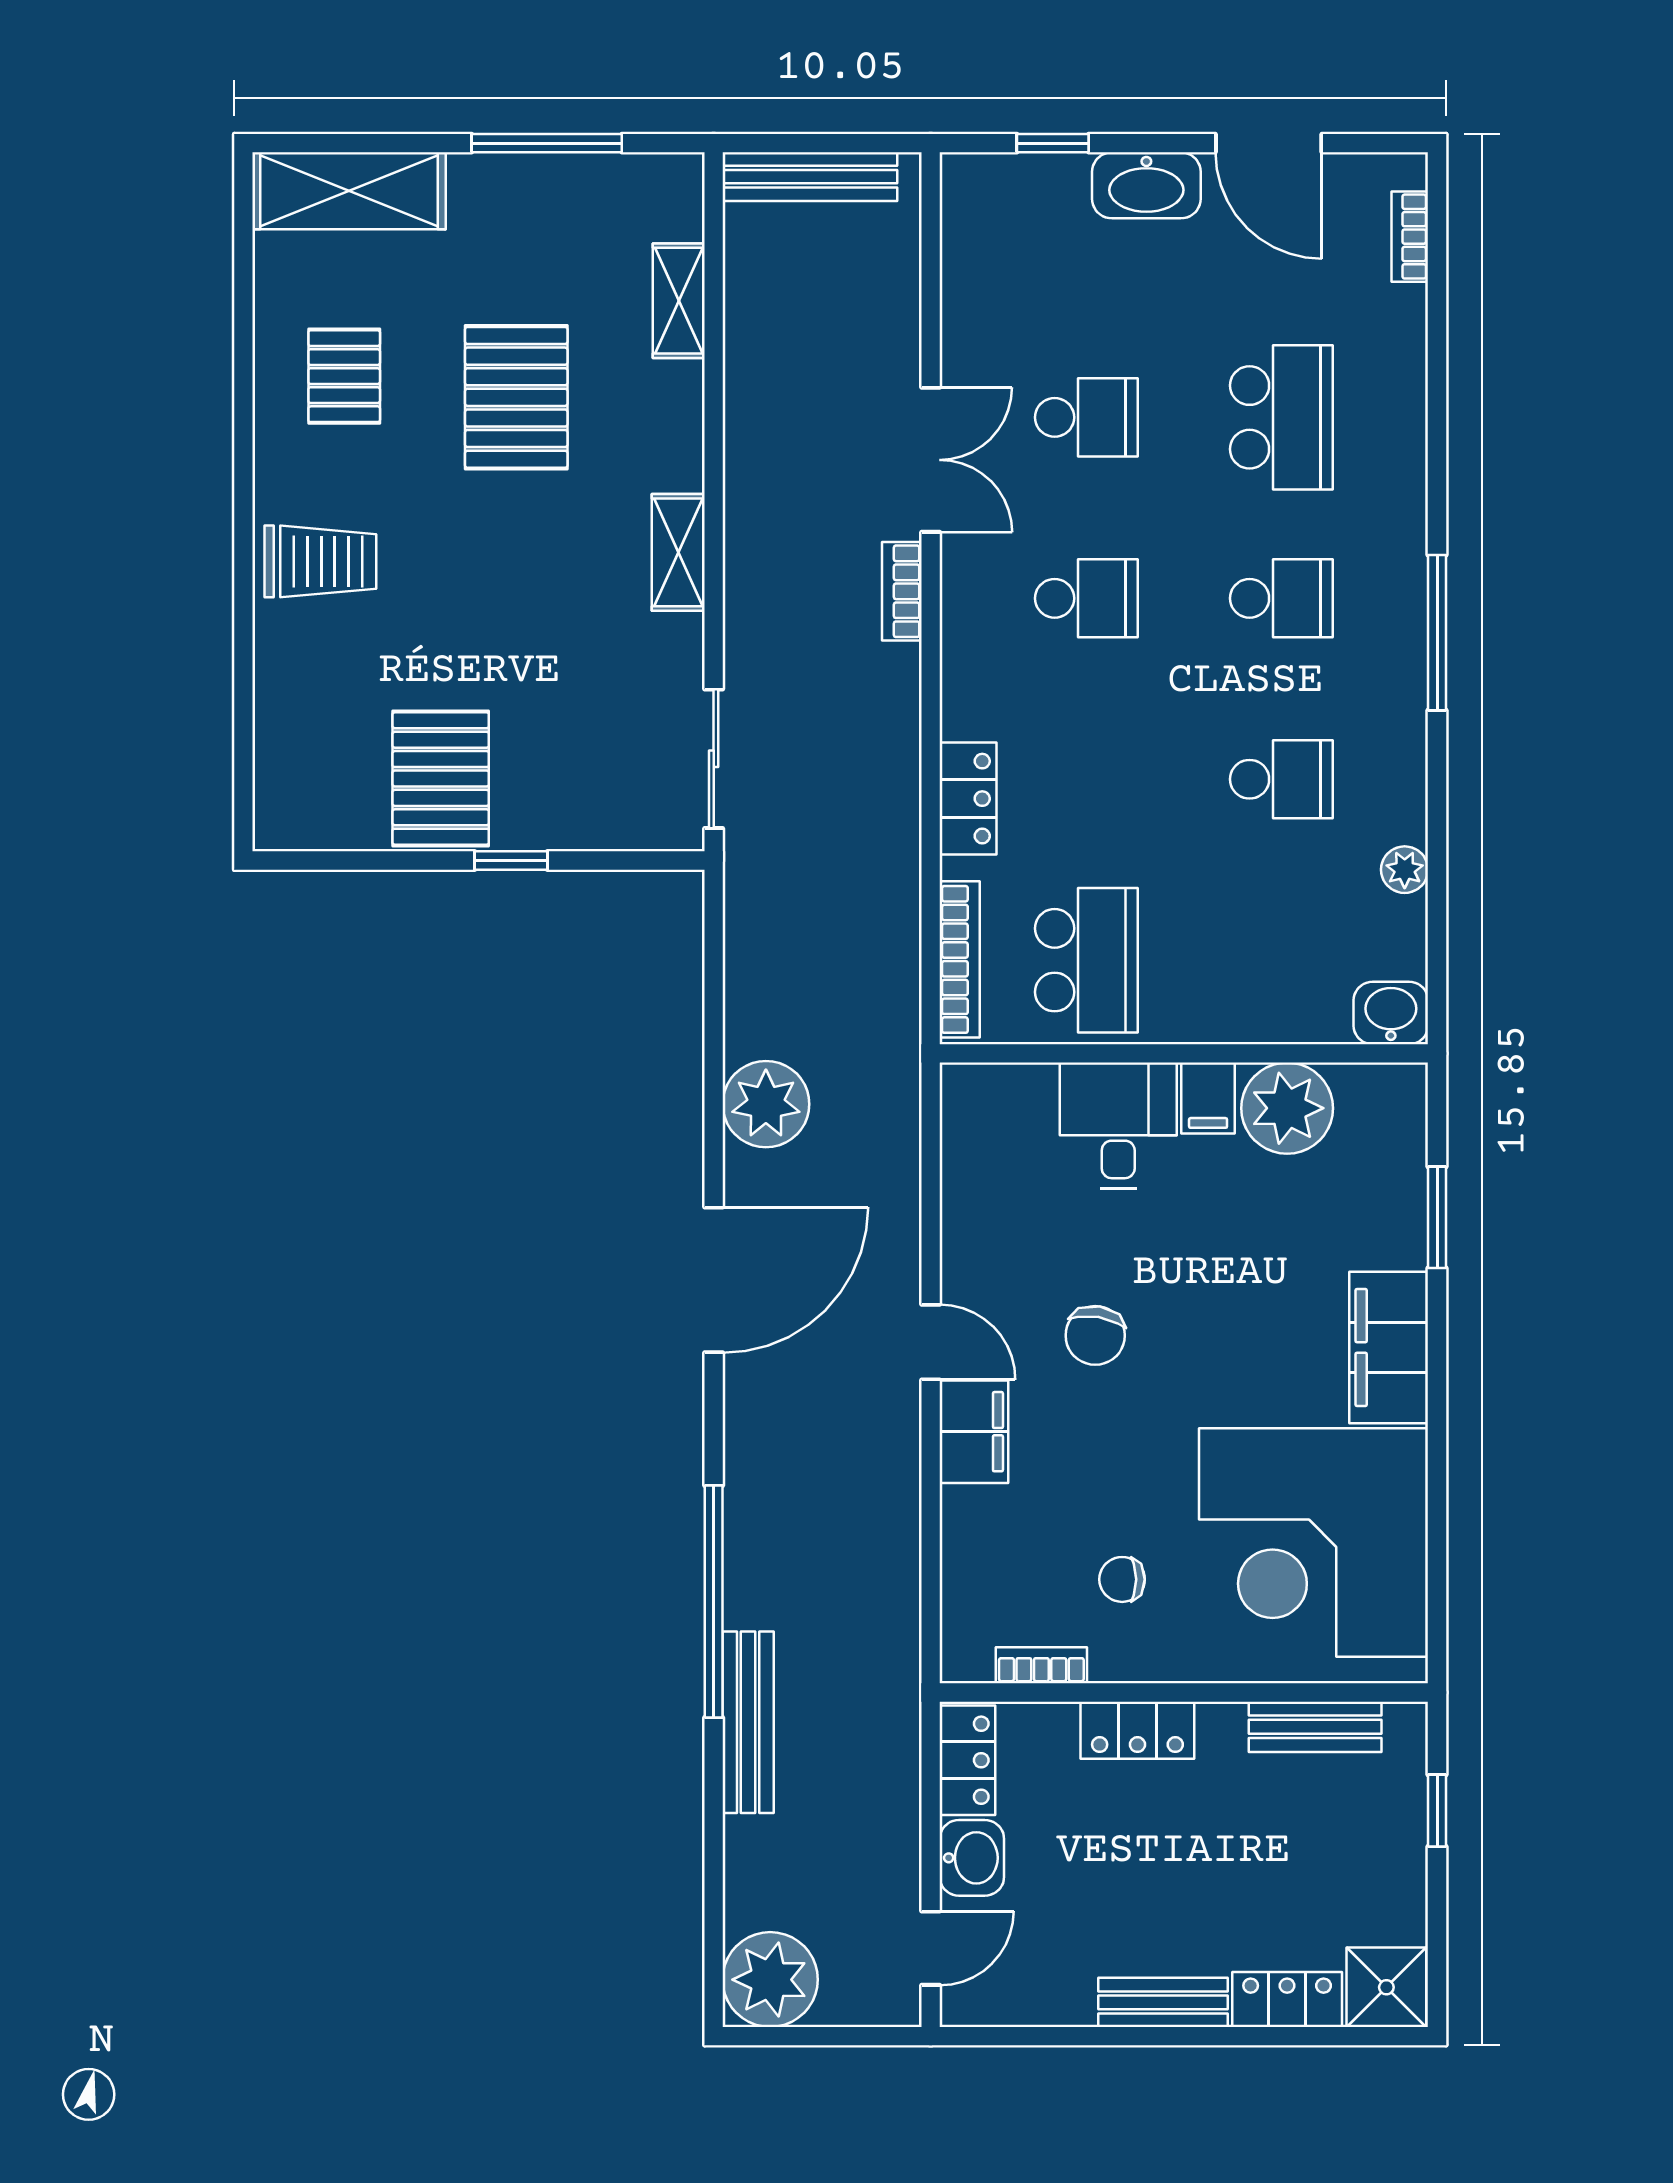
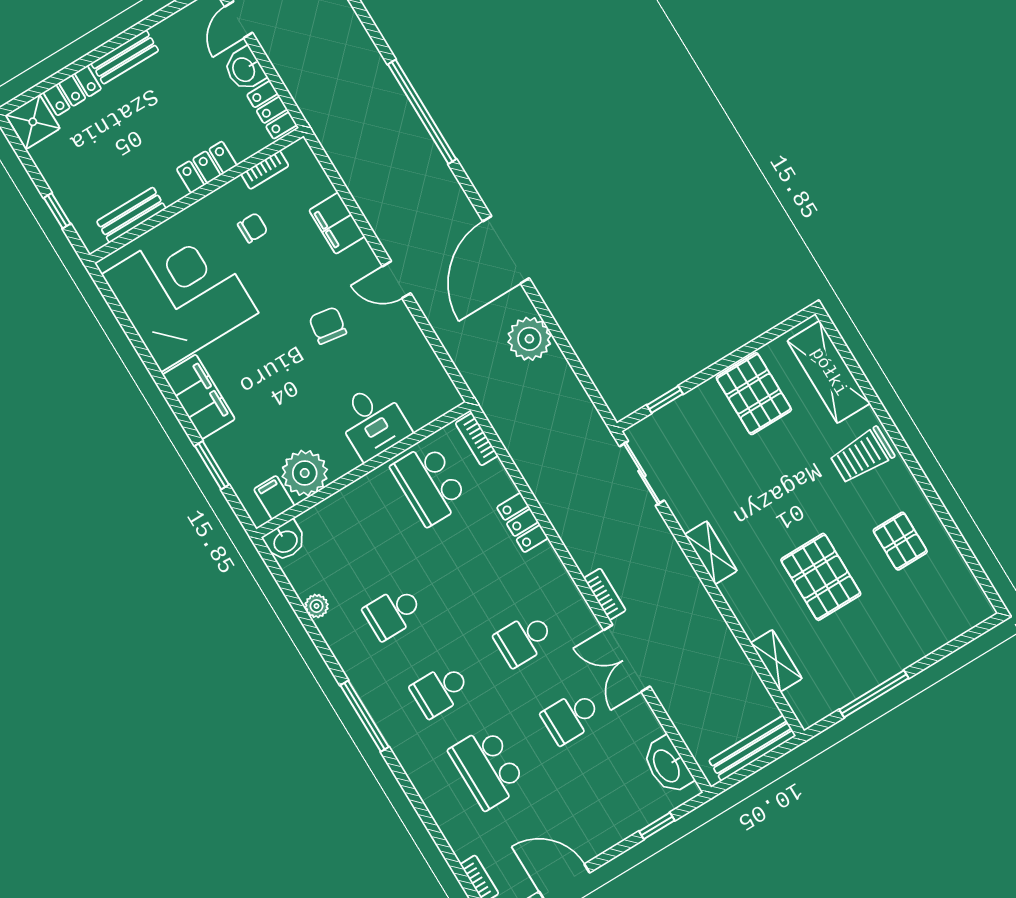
washbasin: (1146, 185) -> (667, 765), moved, turned -90
shelving: (349, 191) -> (829, 372), moved, turned 90
window: (511, 861) -> (665, 400), moved
bookcase: (960, 959) -> (477, 439), width x0.64
filing cabinet: (1208, 1098) -> (274, 498), moved
filing cabinet: (974, 1432) -> (337, 223), moved
bench: (748, 1722) -> (376, 69), removed

